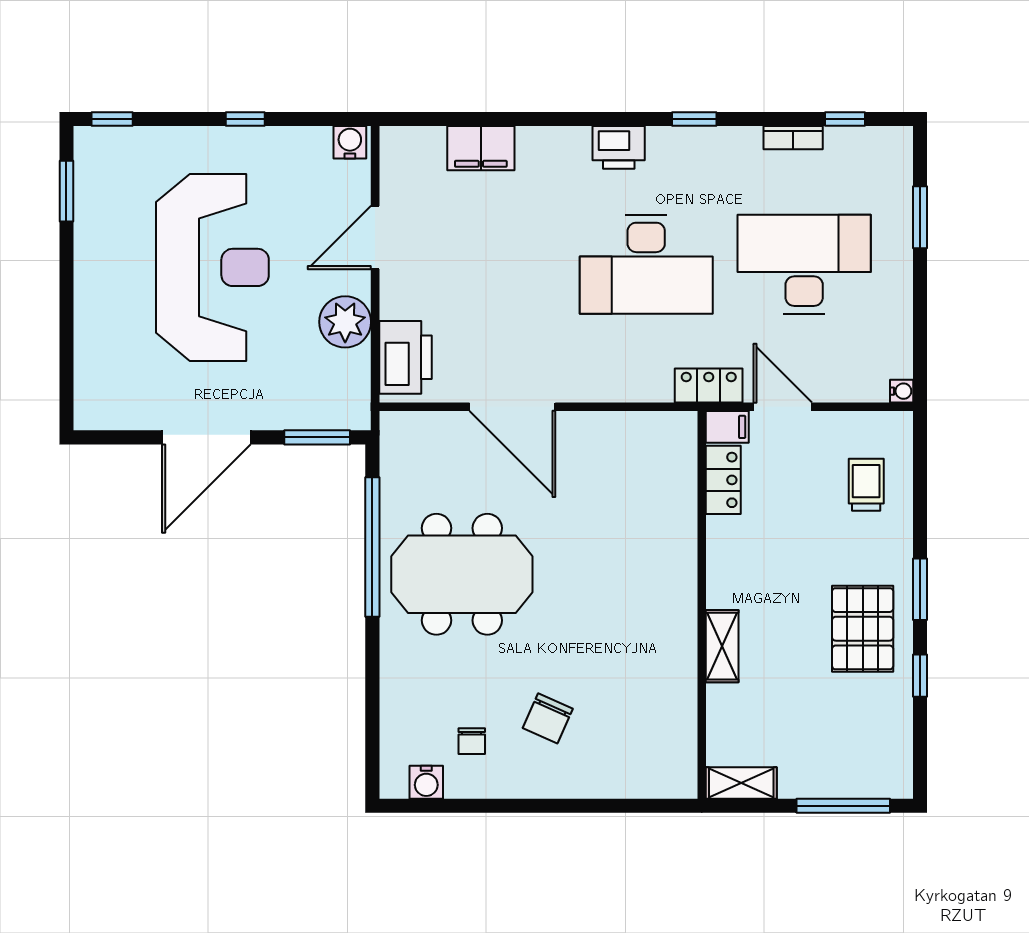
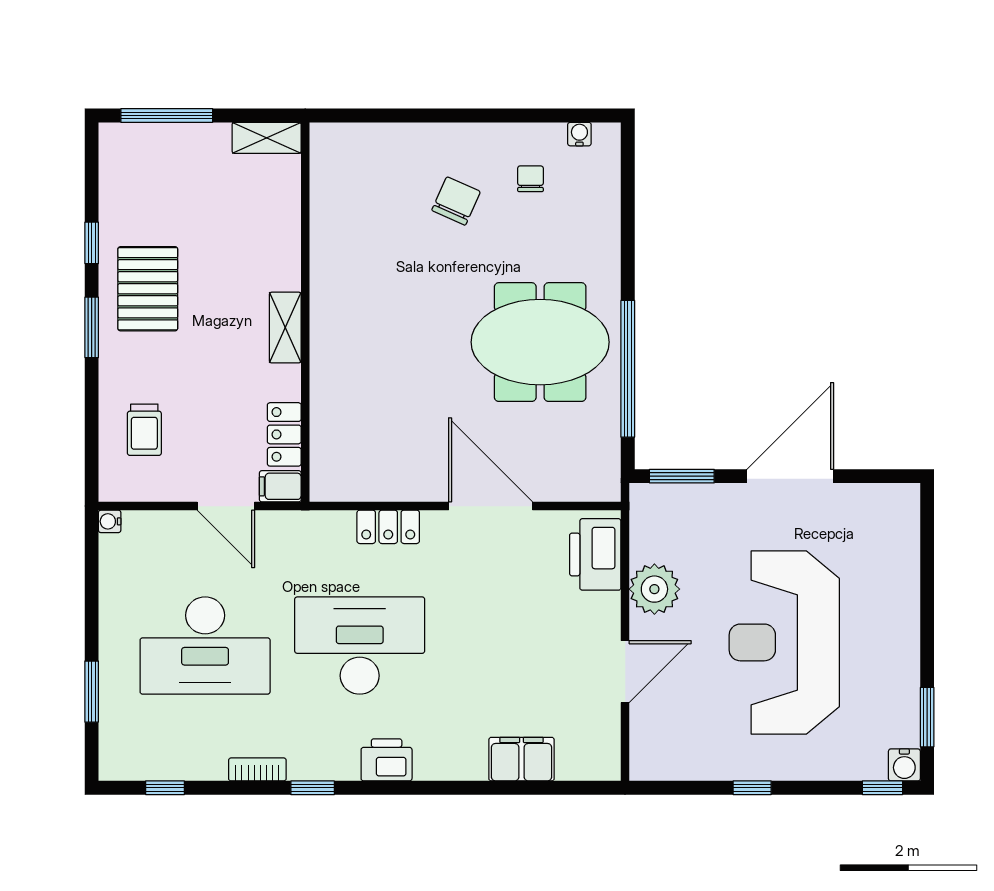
bookcase: (793, 138) -> (257, 769), moved
water cooler: (350, 142) -> (904, 765), moved
locker: (709, 386) -> (388, 527), moved
shelving: (722, 646) -> (285, 328), moved
water cooler: (426, 782) -> (579, 134), width x0.72, depth x0.72

